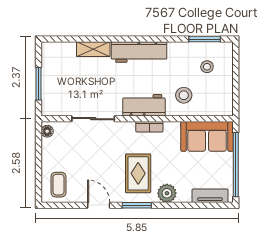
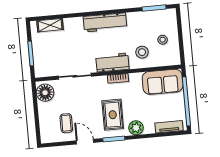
shelving: (93, 49) -> (50, 25), moved
stool: (207, 67) -> (163, 40), moved
floor lamp: (47, 131) -> (45, 93), width x1.89, depth x1.89
coffee table: (58, 185) -> (66, 123), moved

